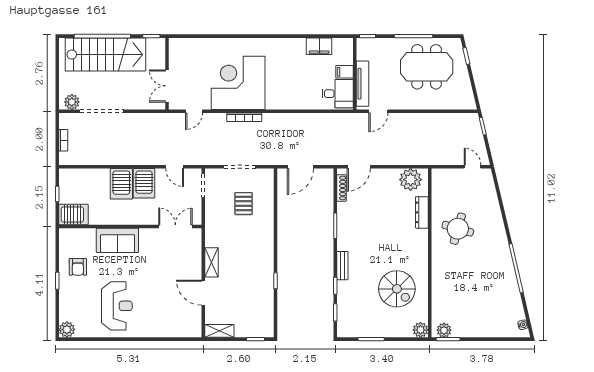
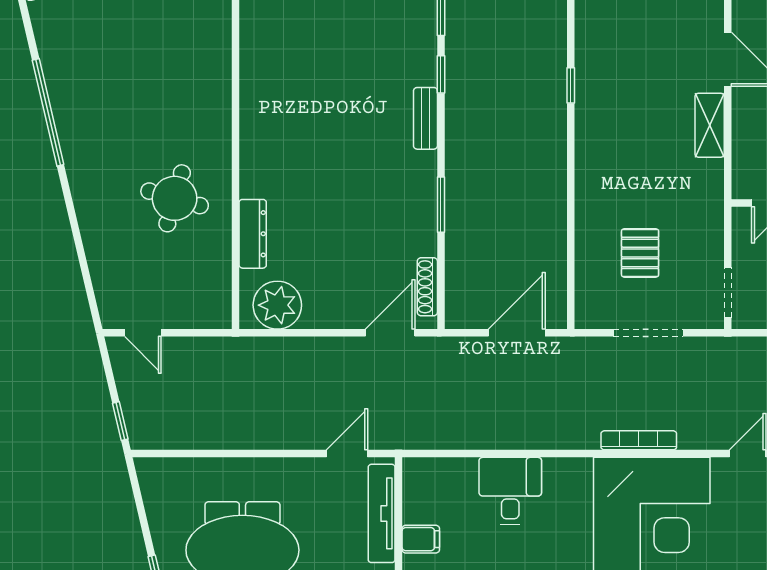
desk: (338, 94) -> (510, 491), moved, turned 90
spiral stairs: (397, 289) -> (307, 68), removed

